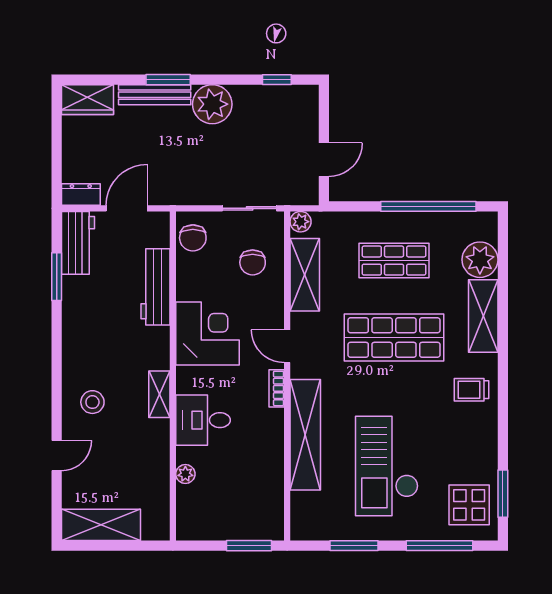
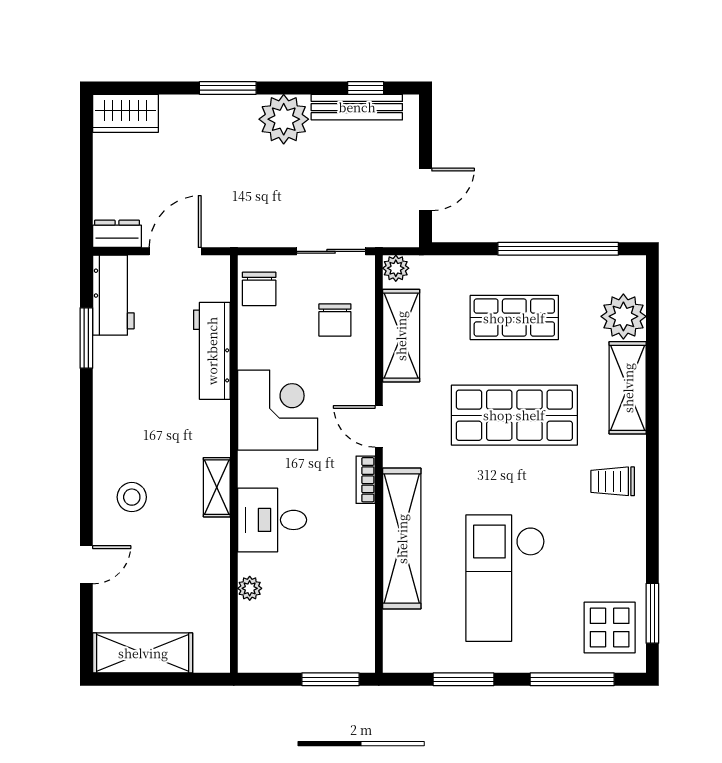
bench: (155, 95) -> (357, 107), moved

